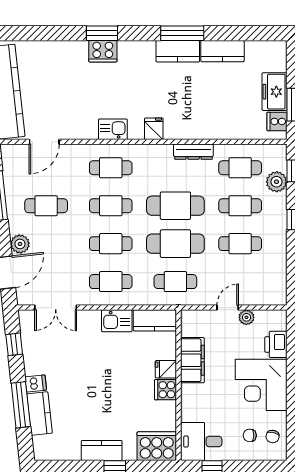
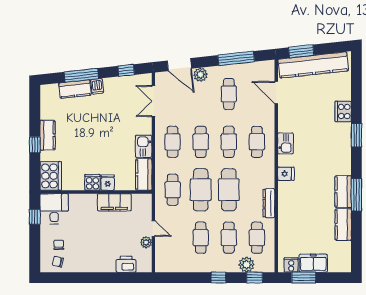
cooker: (103, 51) -> (343, 111), moved
corner desk: (261, 385) -> (96, 253), removed

